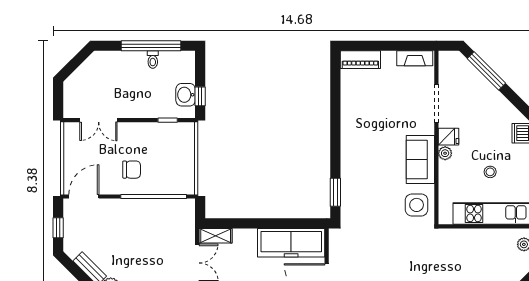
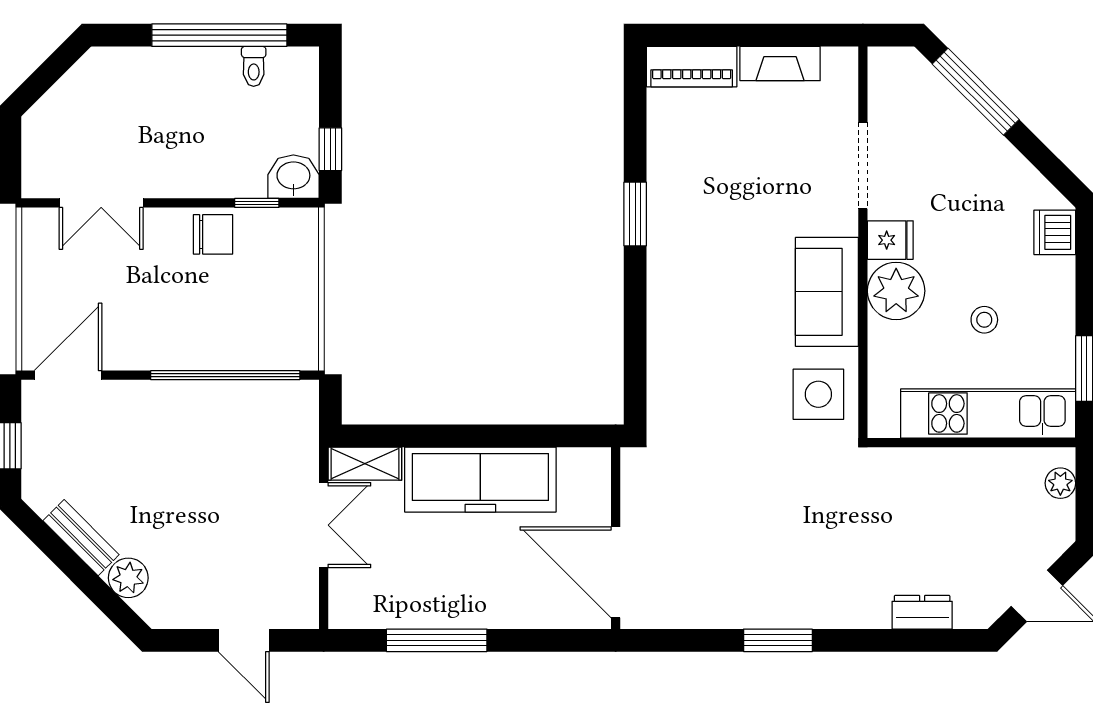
fireplace: (415, 58) -> (780, 64), moved
toilet: (153, 60) -> (254, 66), moved
washbasin: (186, 95) -> (293, 177), moved, turned 90
plant: (445, 153) -> (896, 291), width x1.87, depth x1.87
chair: (132, 170) -> (213, 234), moved
window: (335, 192) -> (635, 214), moved
freezer: (291, 243) -> (480, 480), moved

